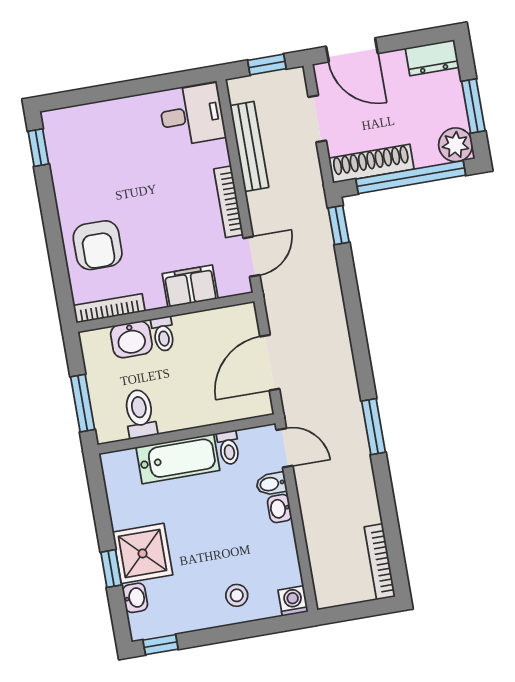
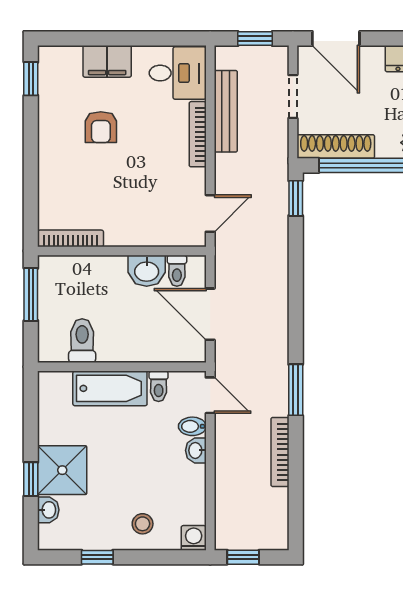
bookcase: (228, 202) -> (198, 134), moved
armchair: (98, 245) -> (101, 127), moved, width x0.72, depth x0.72
filing cabinet: (190, 286) -> (107, 61), moved, turned 180
toilet: (163, 334) -> (177, 271), moved
washbasin: (131, 339) -> (147, 271), moved
door: (270, 363) -> (210, 314), hinge flipped
window: (83, 403) -> (31, 294), moved
bookcase: (380, 562) -> (280, 452), moved
window: (349, 612) -> (243, 557), added
window: (161, 645) -> (97, 557), moved

